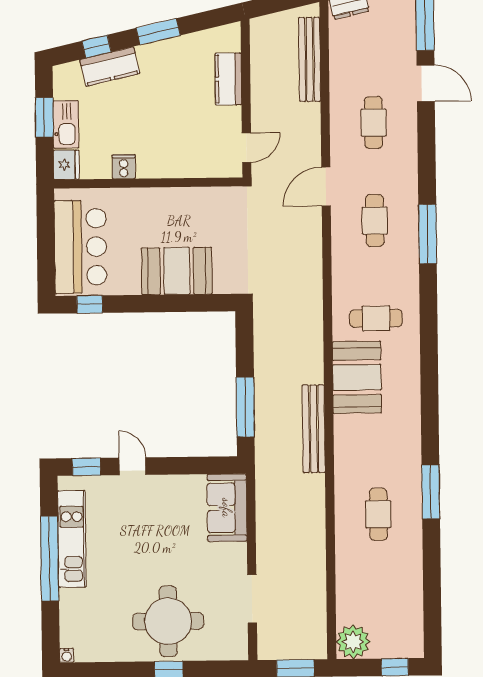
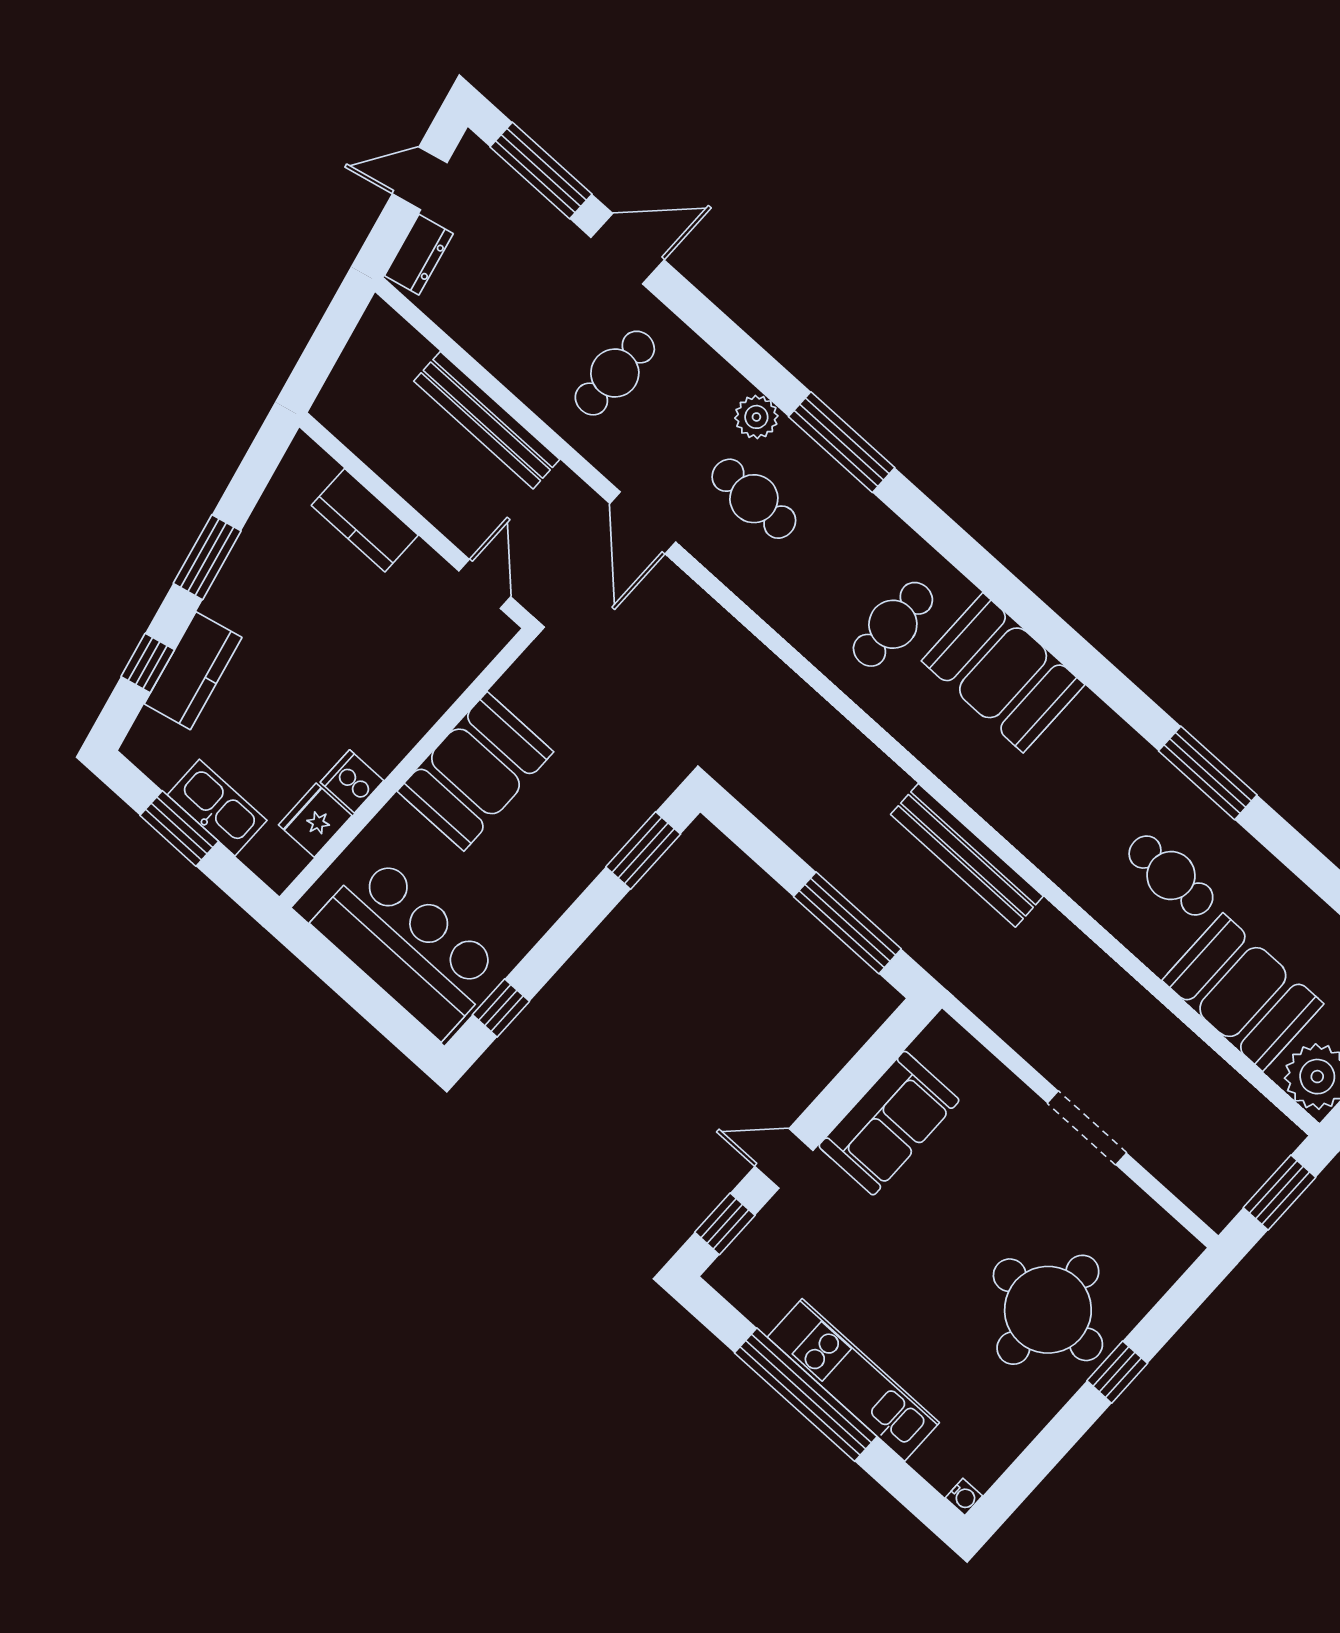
bench: (310, 59) -> (487, 420), moved
cafe table: (374, 123) -> (615, 373), turned 90
fridge: (66, 165) -> (315, 820), moved, turned -90
plant: (407, 192) -> (756, 417), added
booth: (177, 271) -> (475, 771), moved
window: (201, 303) -> (643, 851), added
booth: (357, 377) -> (1003, 673), moved
sofa: (227, 508) -> (889, 1123), moved, turned -90
kitchen unit: (72, 539) -> (853, 1380), moved
booth: (359, 583) -> (1243, 992), added
doorway: (252, 599) -> (1087, 1128), moved

